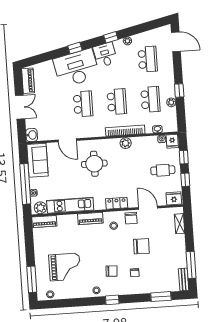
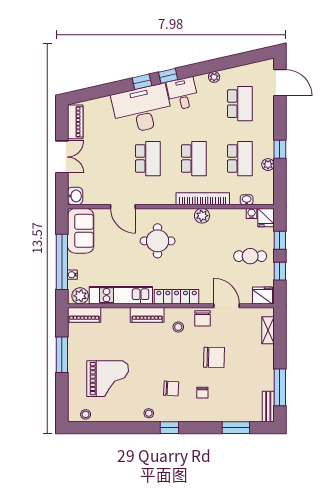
window: (111, 37) -> (168, 76), moved
locker: (117, 203) -> (177, 297), width x1.53
window: (32, 279) -> (62, 355), moved

